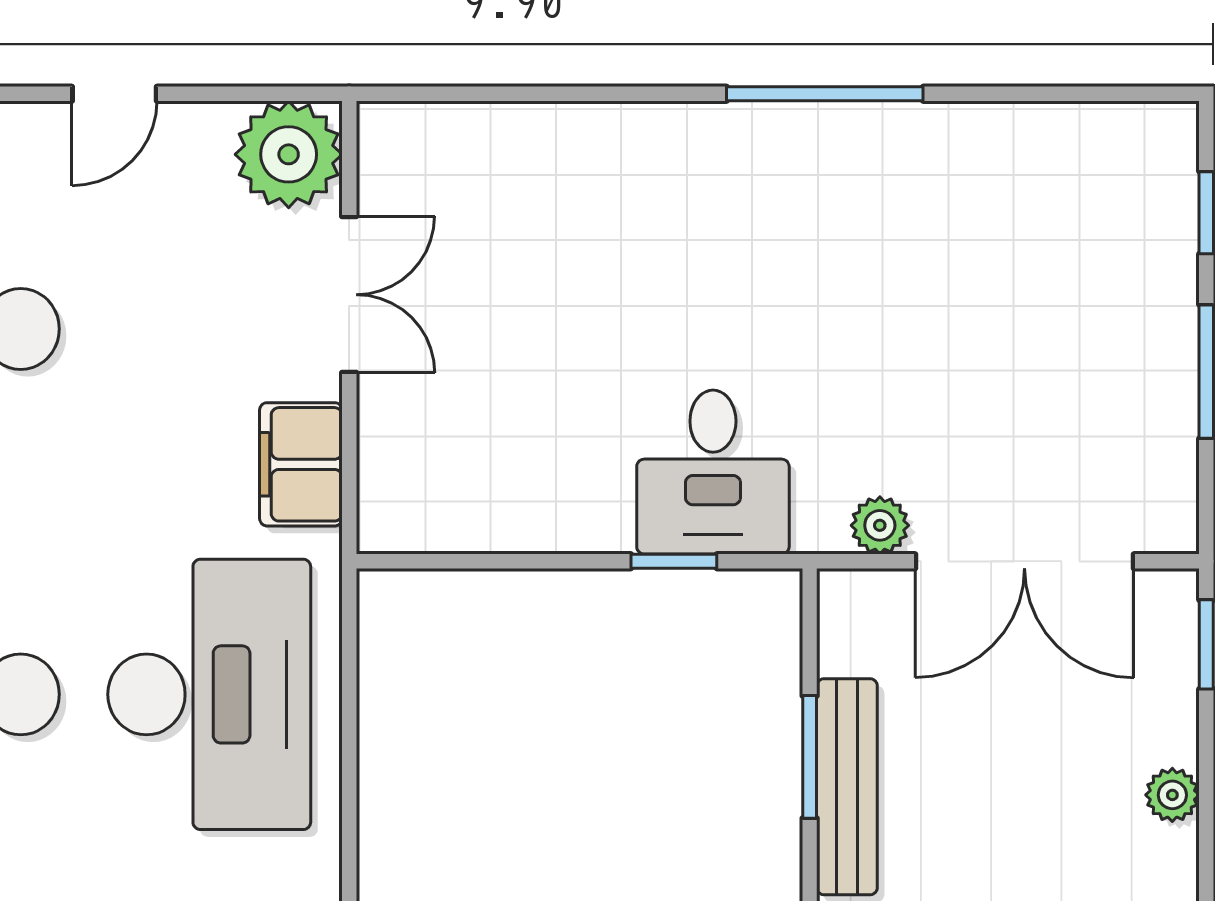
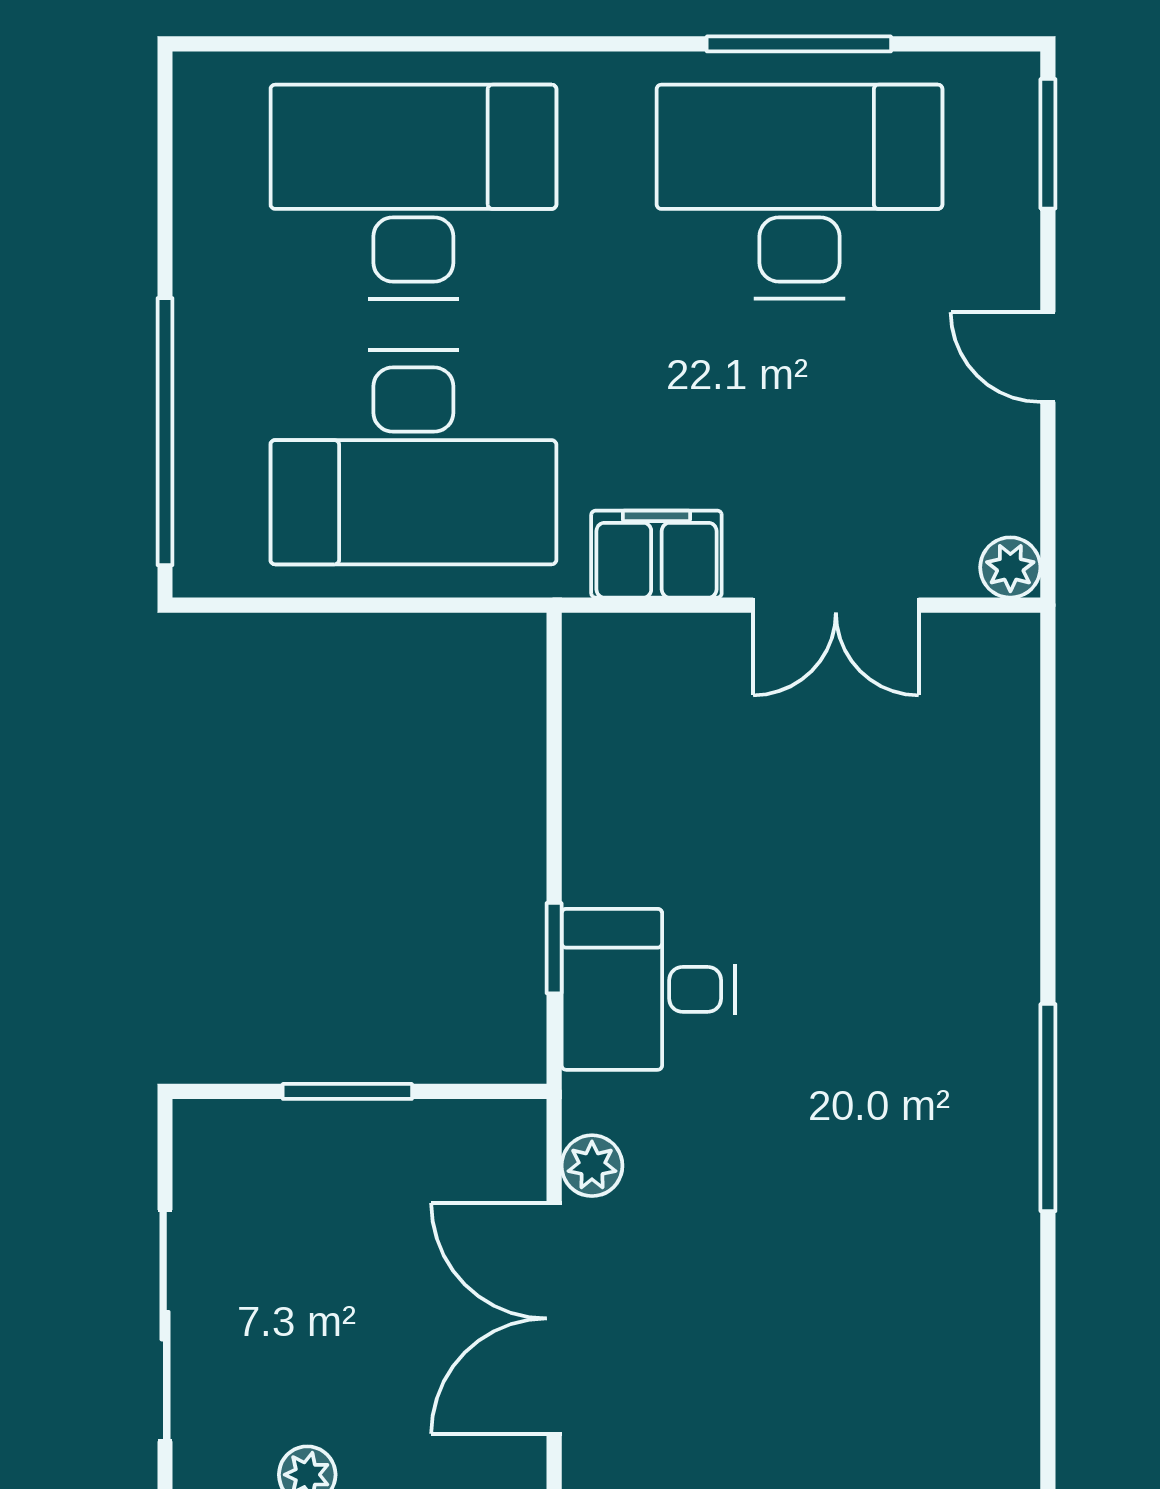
plant: (289, 154) -> (1010, 567), width x0.53, depth x0.53
bench: (847, 787) -> (316, 1131), removed

